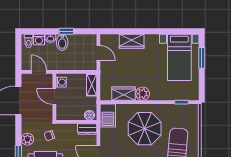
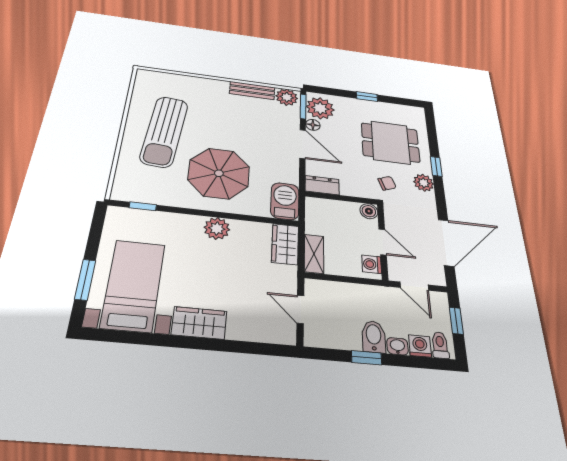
wardrobe: (132, 41) -> (199, 323), moved
window: (18, 55) -> (456, 321), added
wardrobe: (123, 94) -> (285, 244), moved, turned 90
boiler: (89, 115) -> (369, 211), moved

